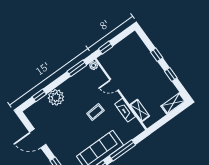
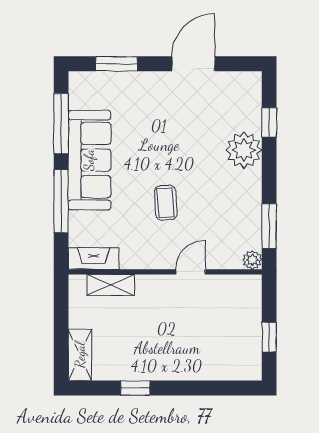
window: (106, 48) -> (269, 337), moved
window: (157, 55) -> (189, 388), removed
fireplace: (125, 110) -> (94, 259), moved

